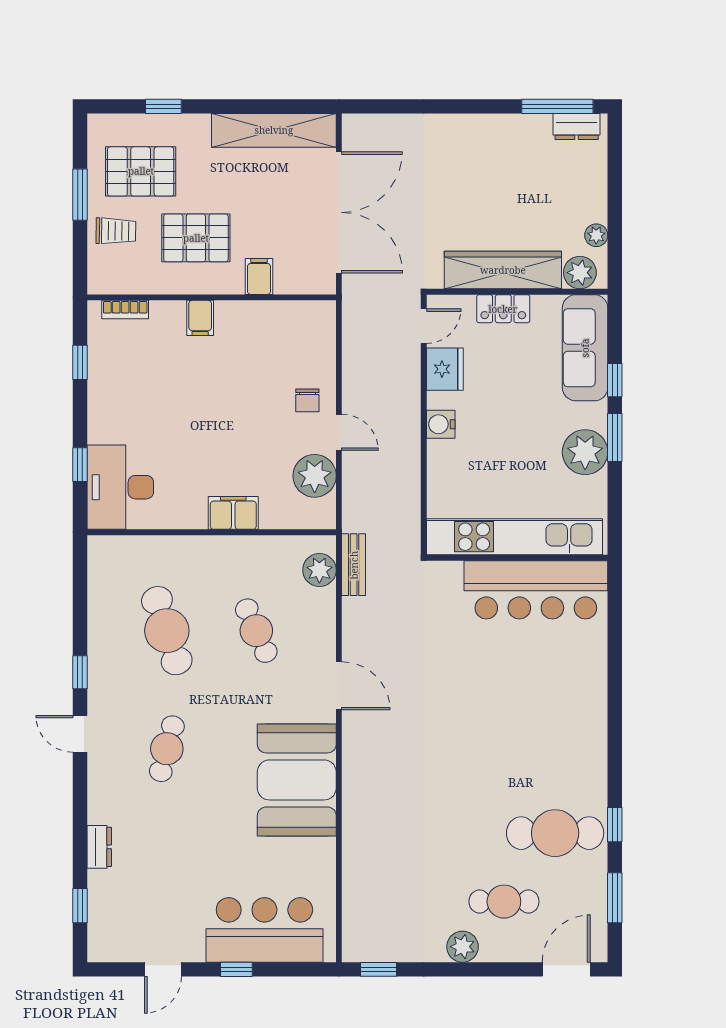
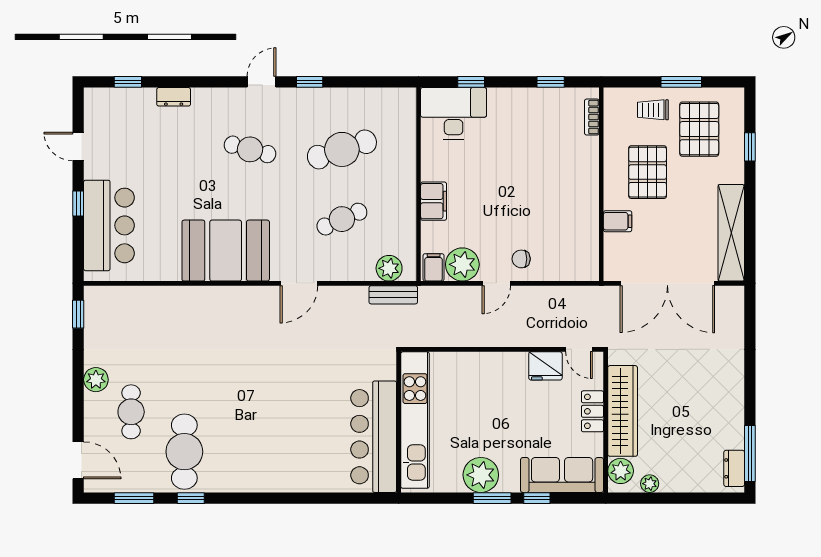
trolley: (116, 231) -> (653, 110), turned 89
filing cabinet: (200, 318) -> (434, 267), moved, turned 90
water cooler: (441, 424) -> (503, 363), removed

